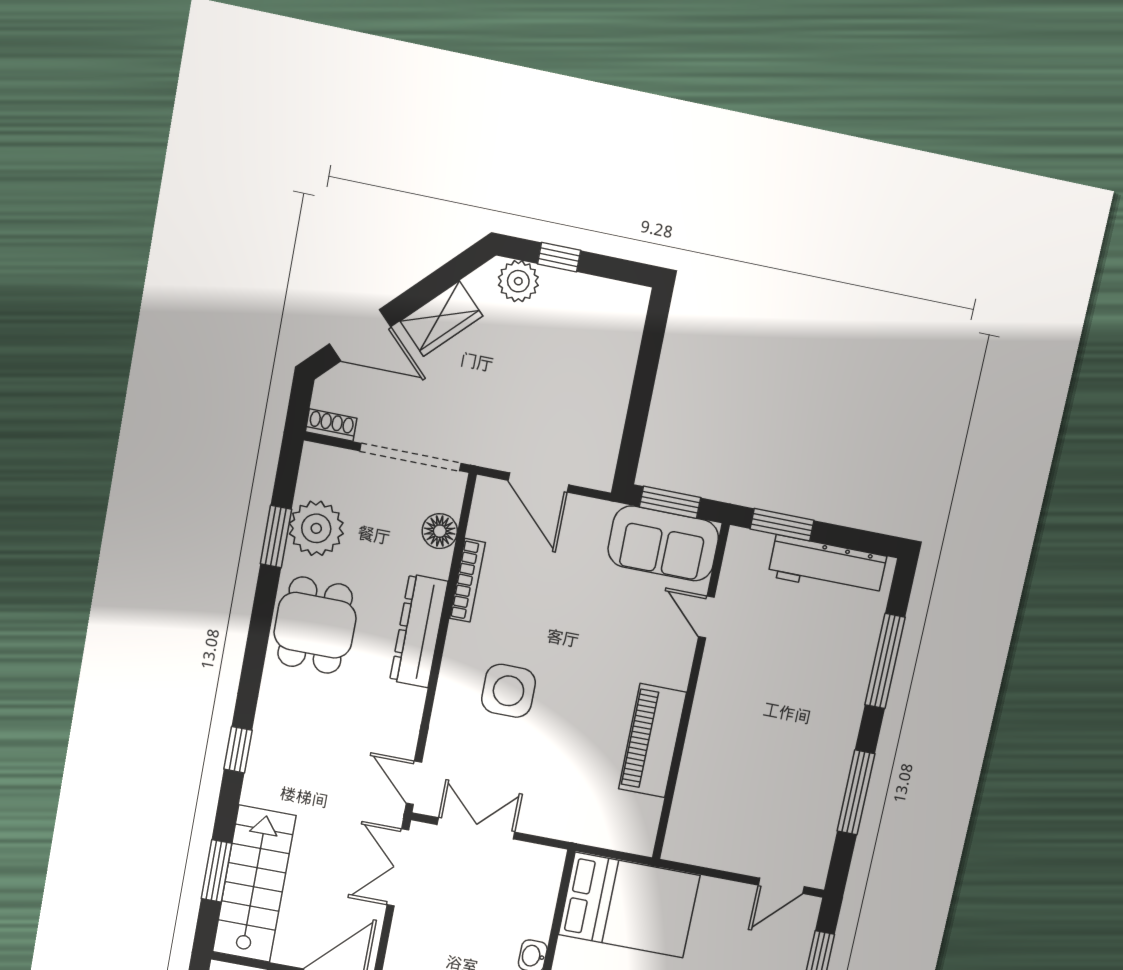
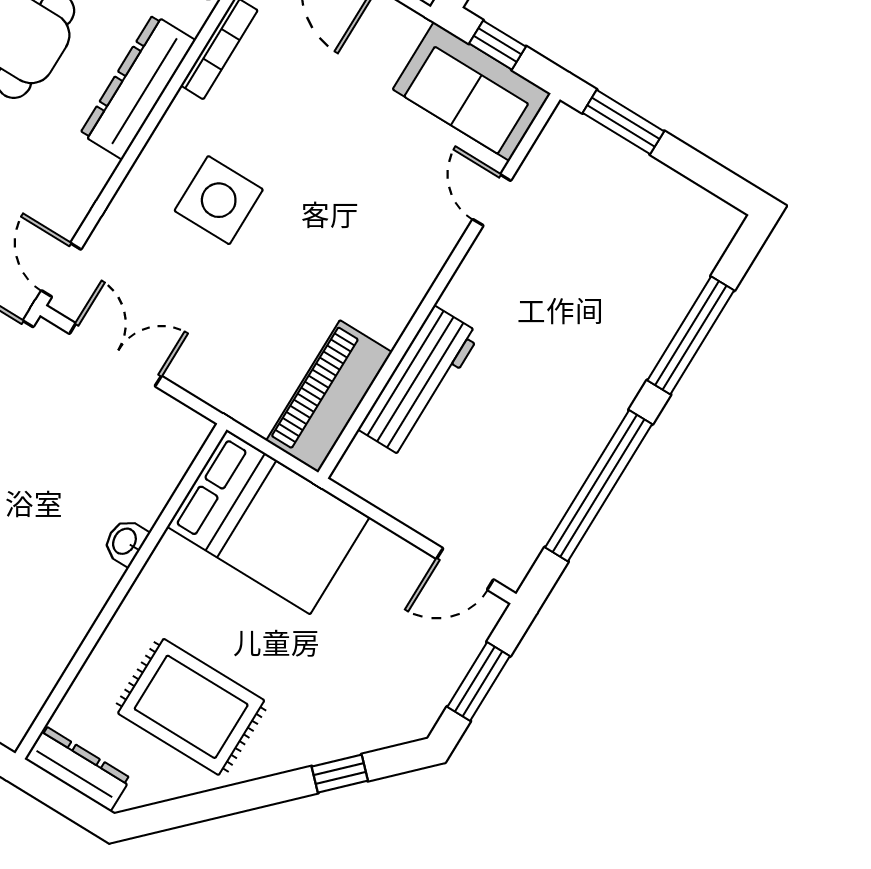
window: (670, 502) -> (498, 45), width x0.67
workbench: (827, 566) -> (419, 381), moved, turned -90
piano: (652, 741) -> (329, 396), moved
window: (856, 792) -> (599, 486), width x1.46

